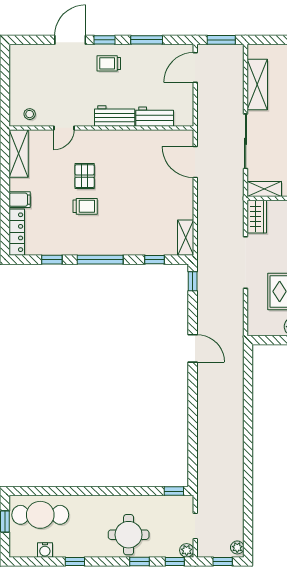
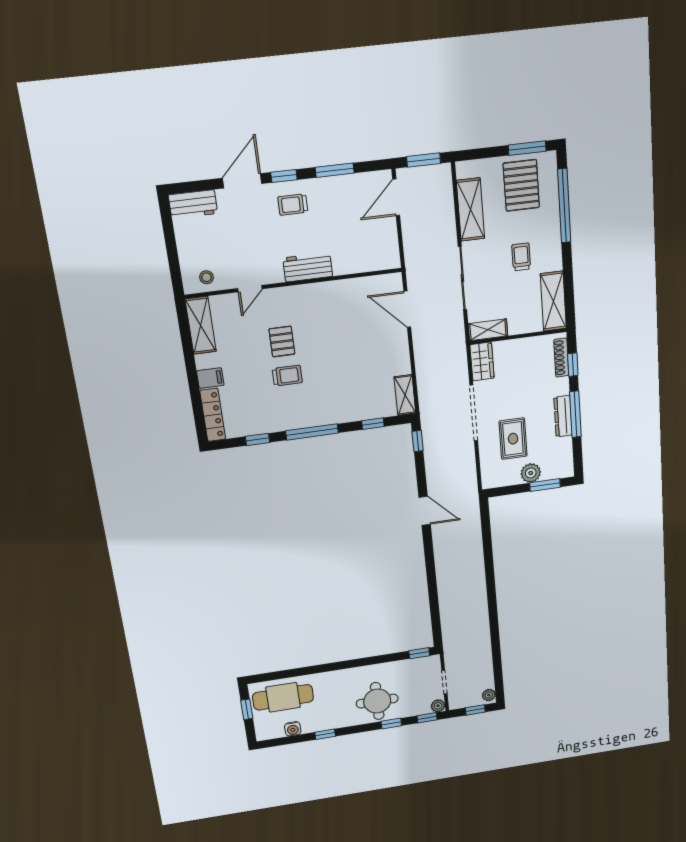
workbench: (155, 117) -> (193, 204), moved, turned 180

